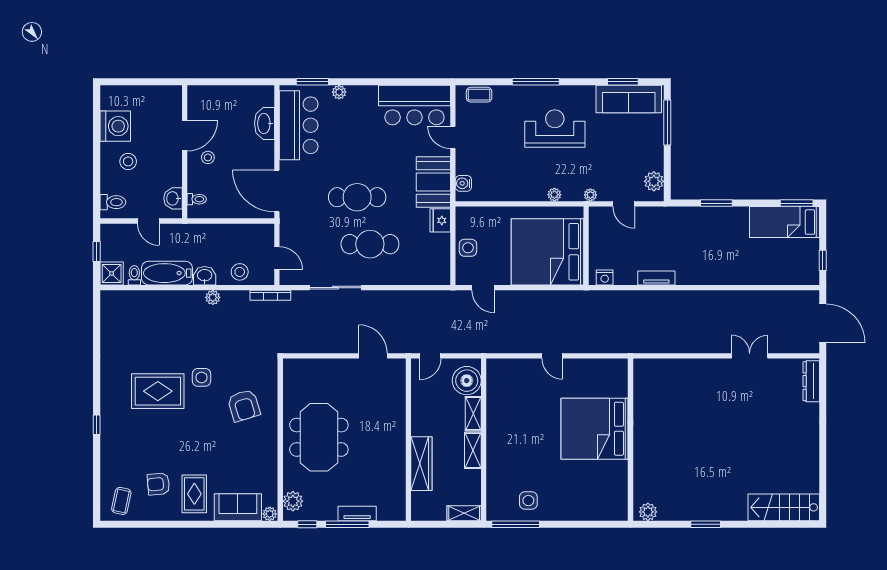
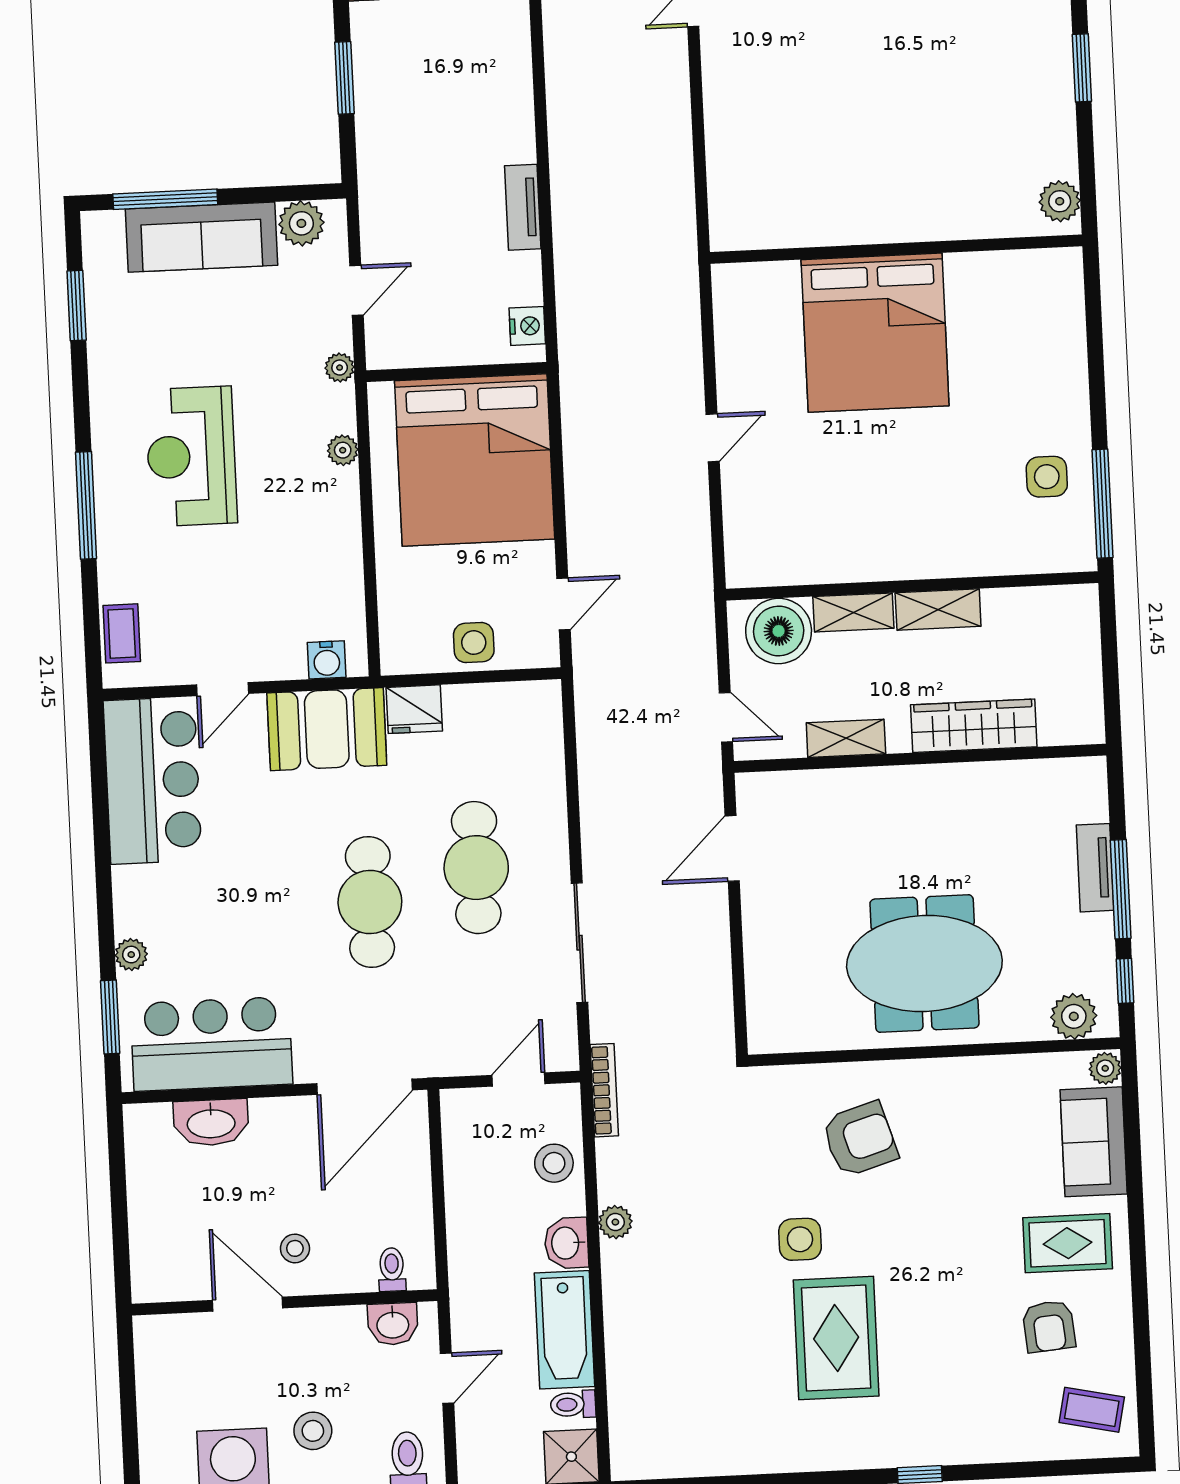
sofa: (629, 99) -> (201, 237), moved, turned 90
shelving: (464, 513) -> (846, 738), moved, turned 90

